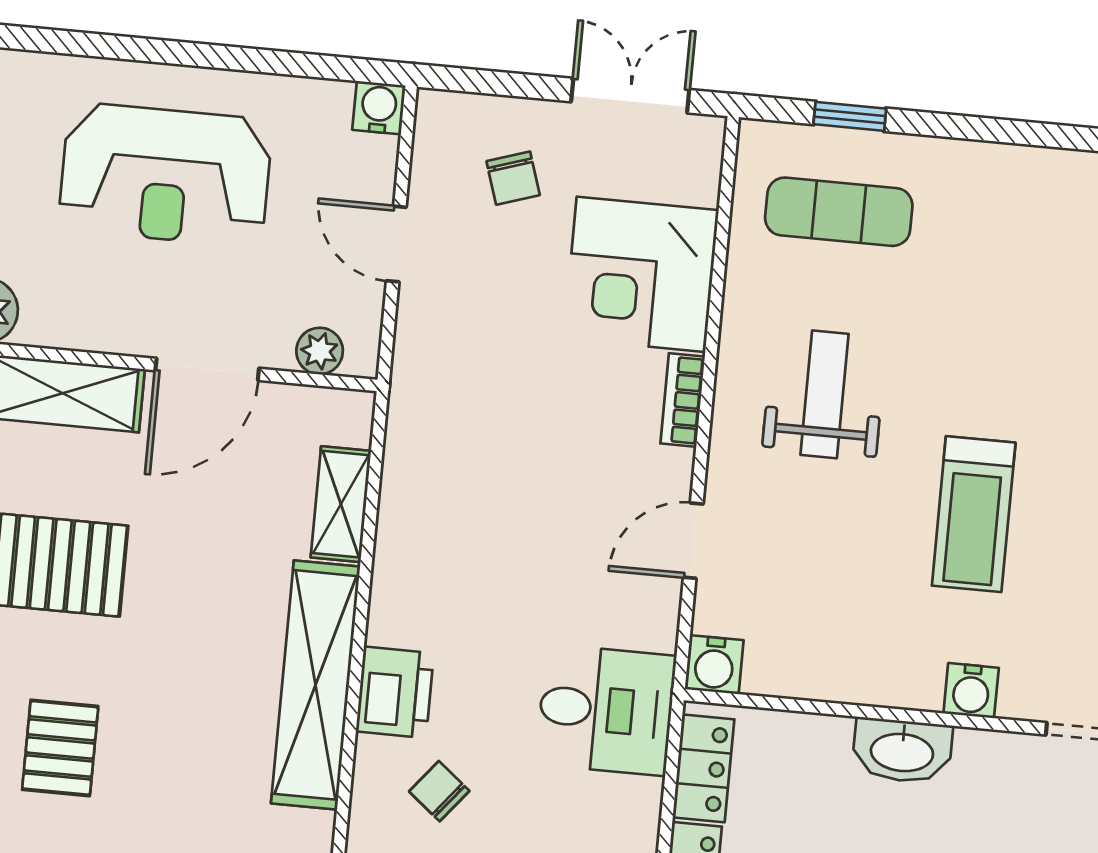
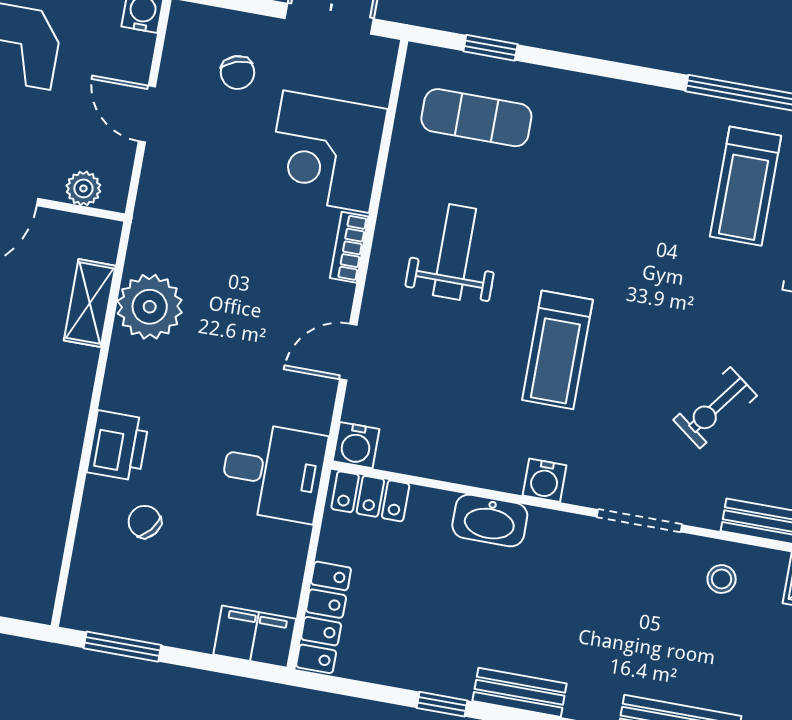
plant: (422, 502) -> (150, 307), added
shelving: (316, 685) -> (60, 435), removed
locker: (704, 768) -> (370, 496), moved, turned 90

